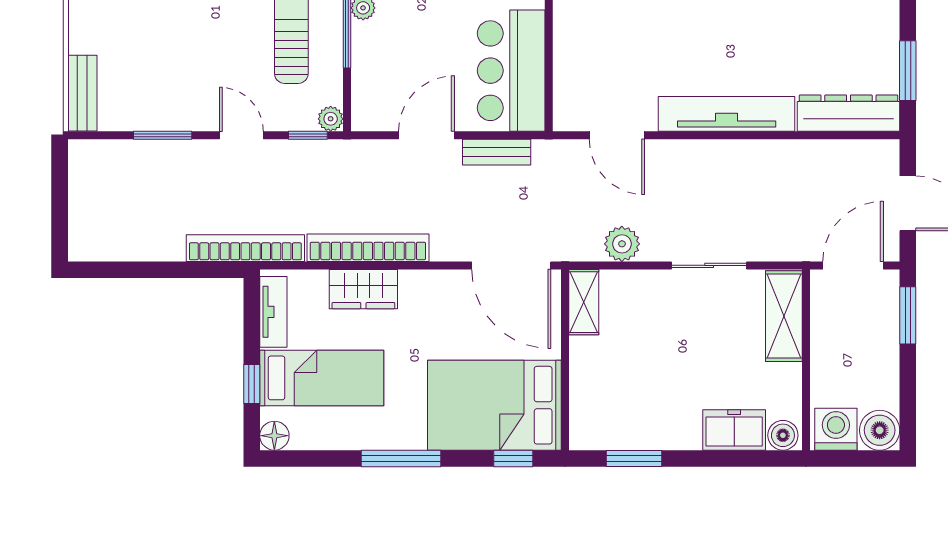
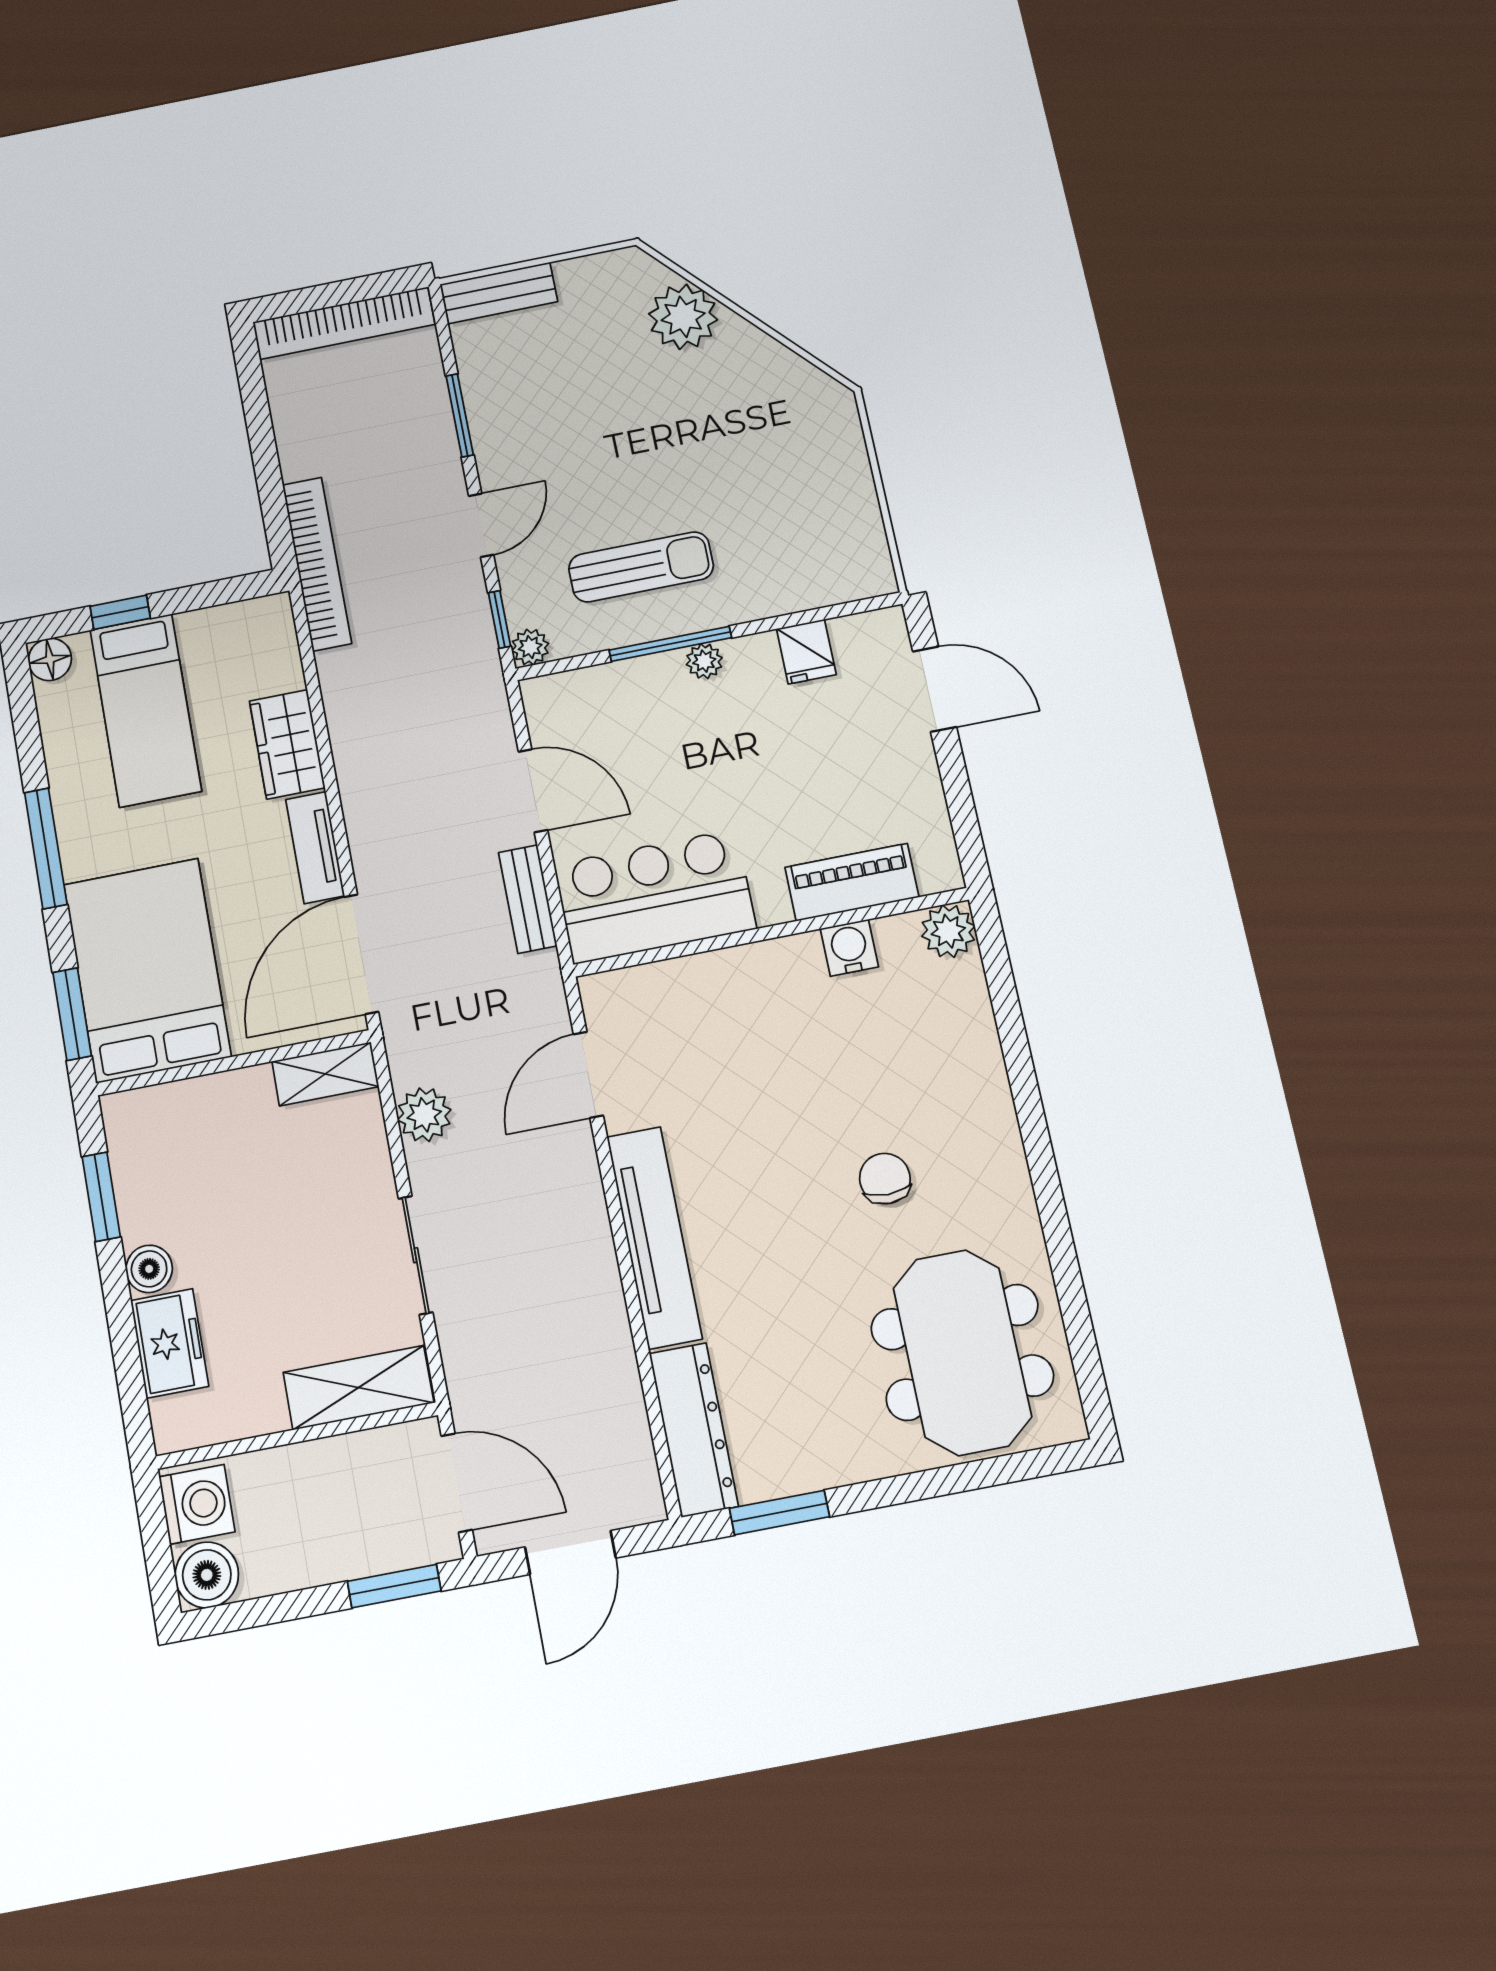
bookcase: (368, 248) -> (344, 323), moved, turned 90
tv unit: (273, 312) -> (315, 848), moved, turned 90
boiler: (783, 435) -> (149, 1269), moved
window: (513, 458) -> (72, 1014), width x1.50

